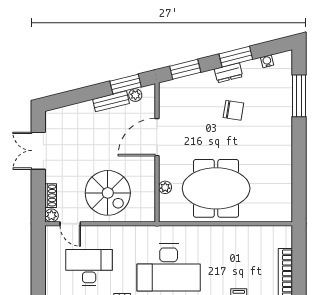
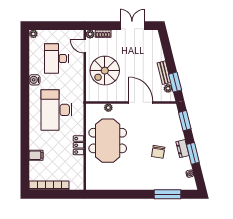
door: (70, 224) -> (85, 46), hinge flipped
locker: (223, 233) -> (79, 145), added
desk: (89, 268) -> (56, 58), turned 180

